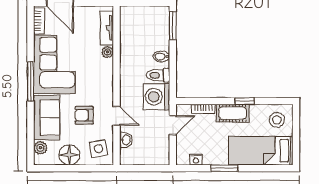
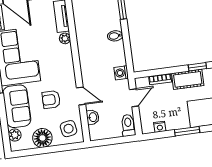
toilet: (158, 75) -> (128, 125), moved, turned 90
washing machine: (156, 97) -> (121, 73), width x0.53, depth x0.53

